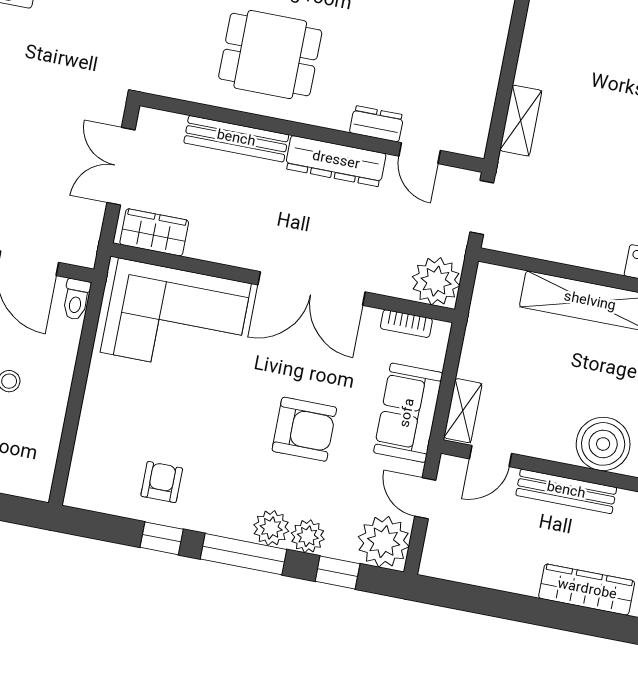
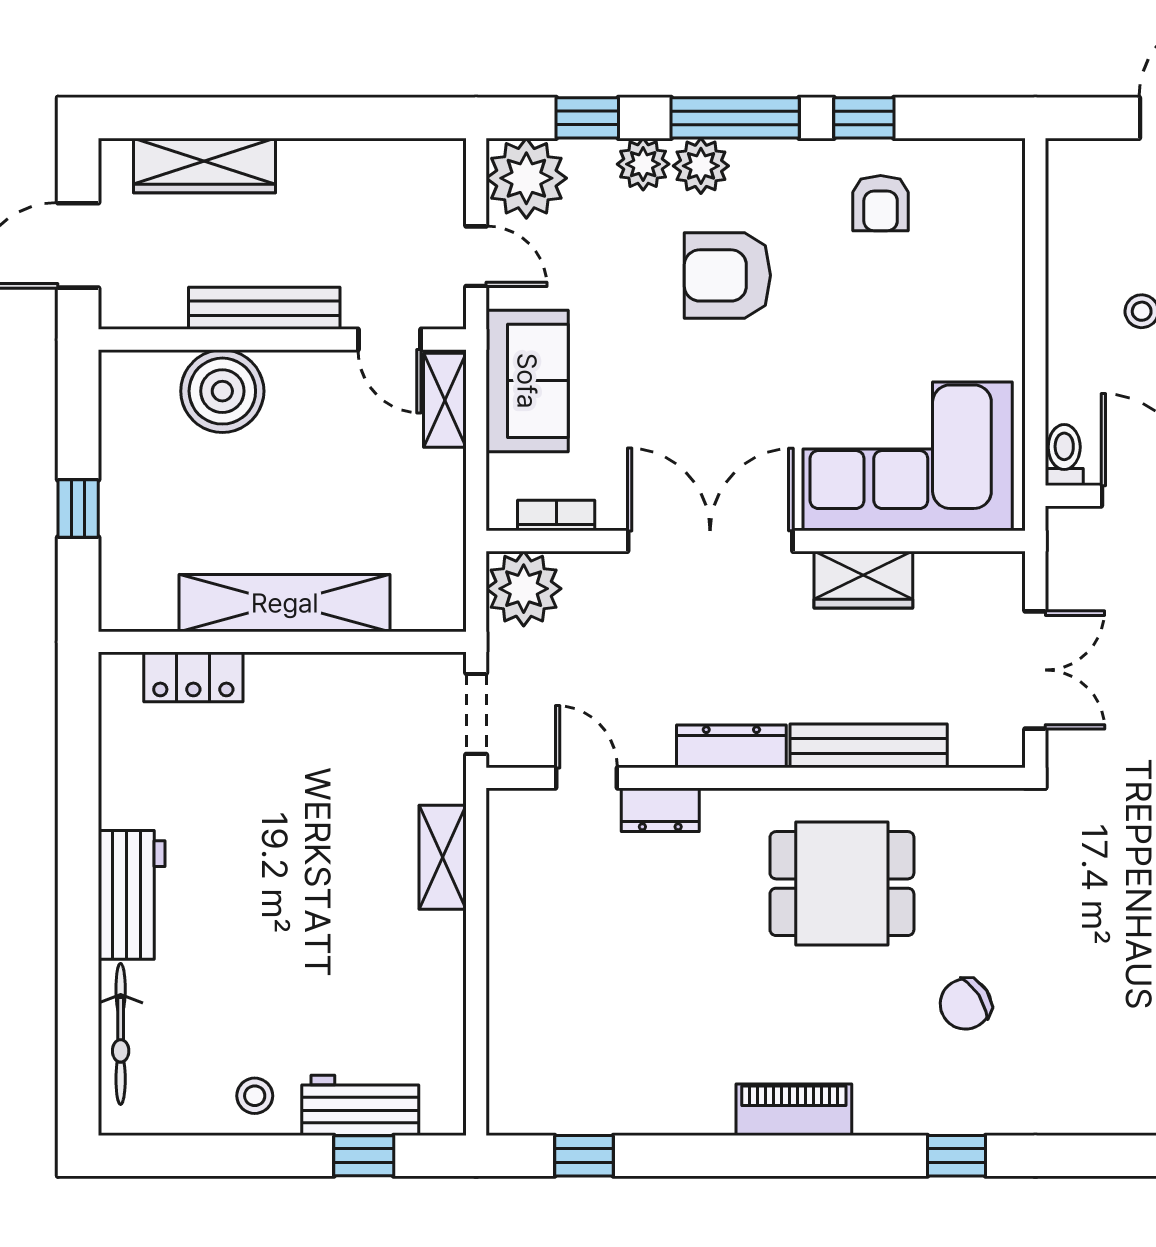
dresser: (336, 161) -> (731, 746), width x0.73, depth x0.80
wardrobe: (154, 232) -> (863, 580), moved
armchair: (304, 429) -> (727, 275), moved
door: (491, 456) -> (389, 340), swing flipped

